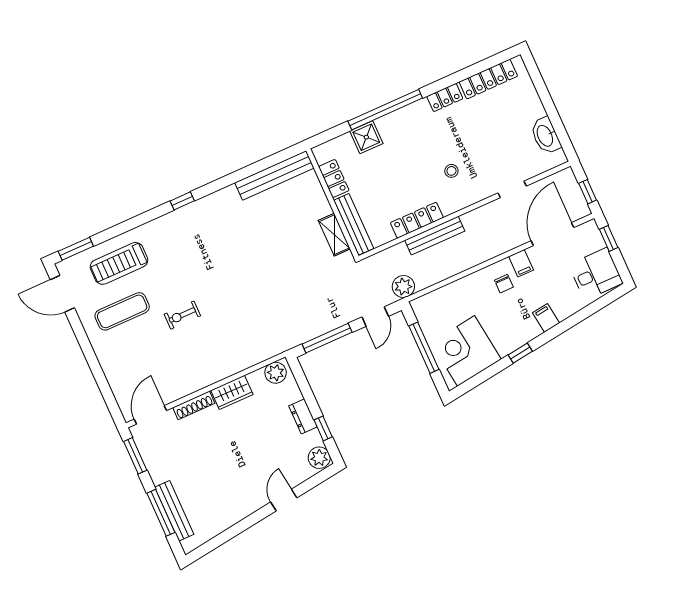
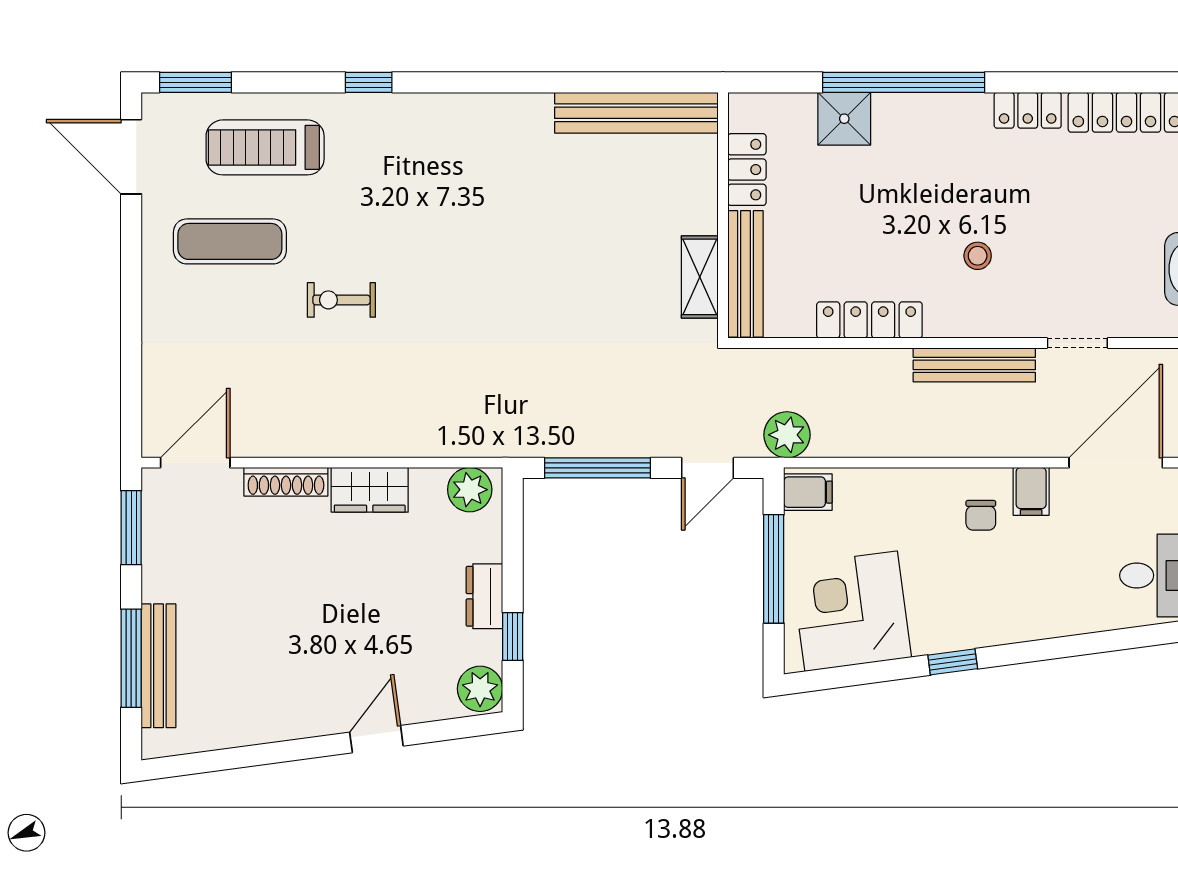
window: (182, 201) -> (369, 82), moved
bench: (435, 236) -> (974, 365), moved
filing cabinet: (546, 318) -> (808, 492), moved, turned 98

